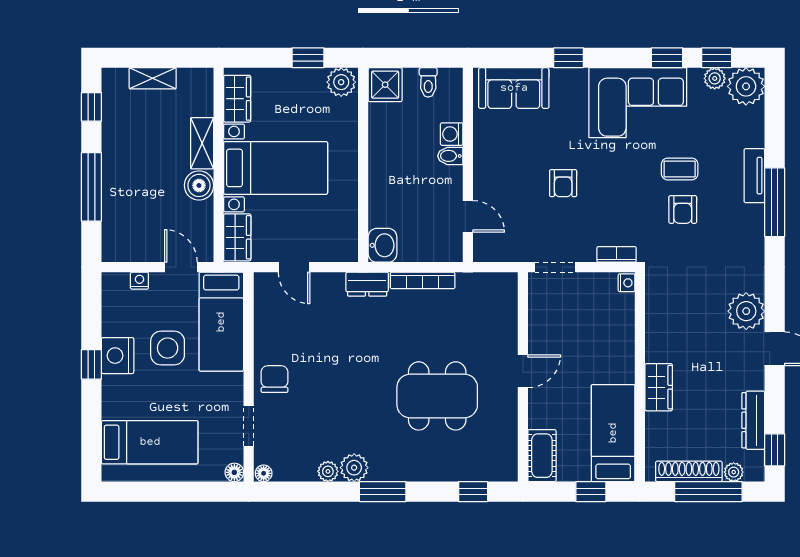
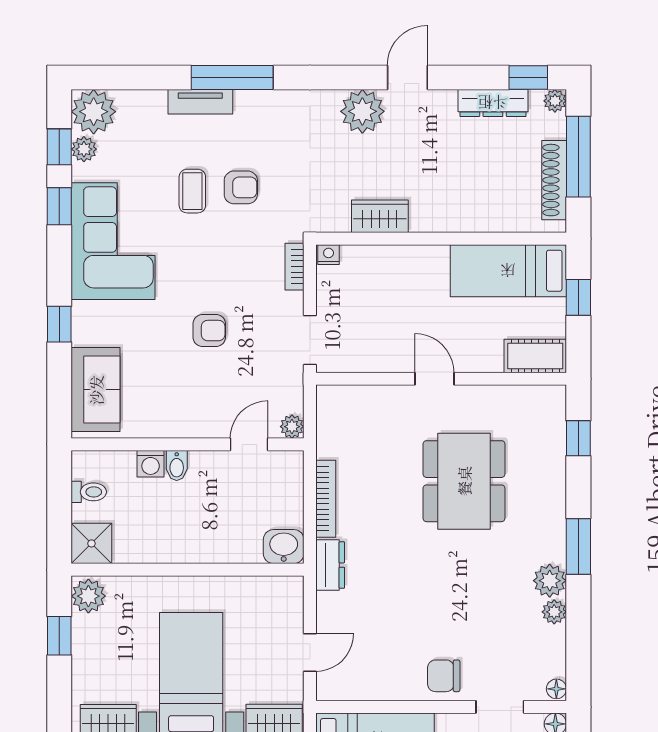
plant: (483, 252) -> (292, 427), added
wardrobe: (659, 387) -> (380, 216), moved
plant: (734, 472) -> (555, 101), moved

